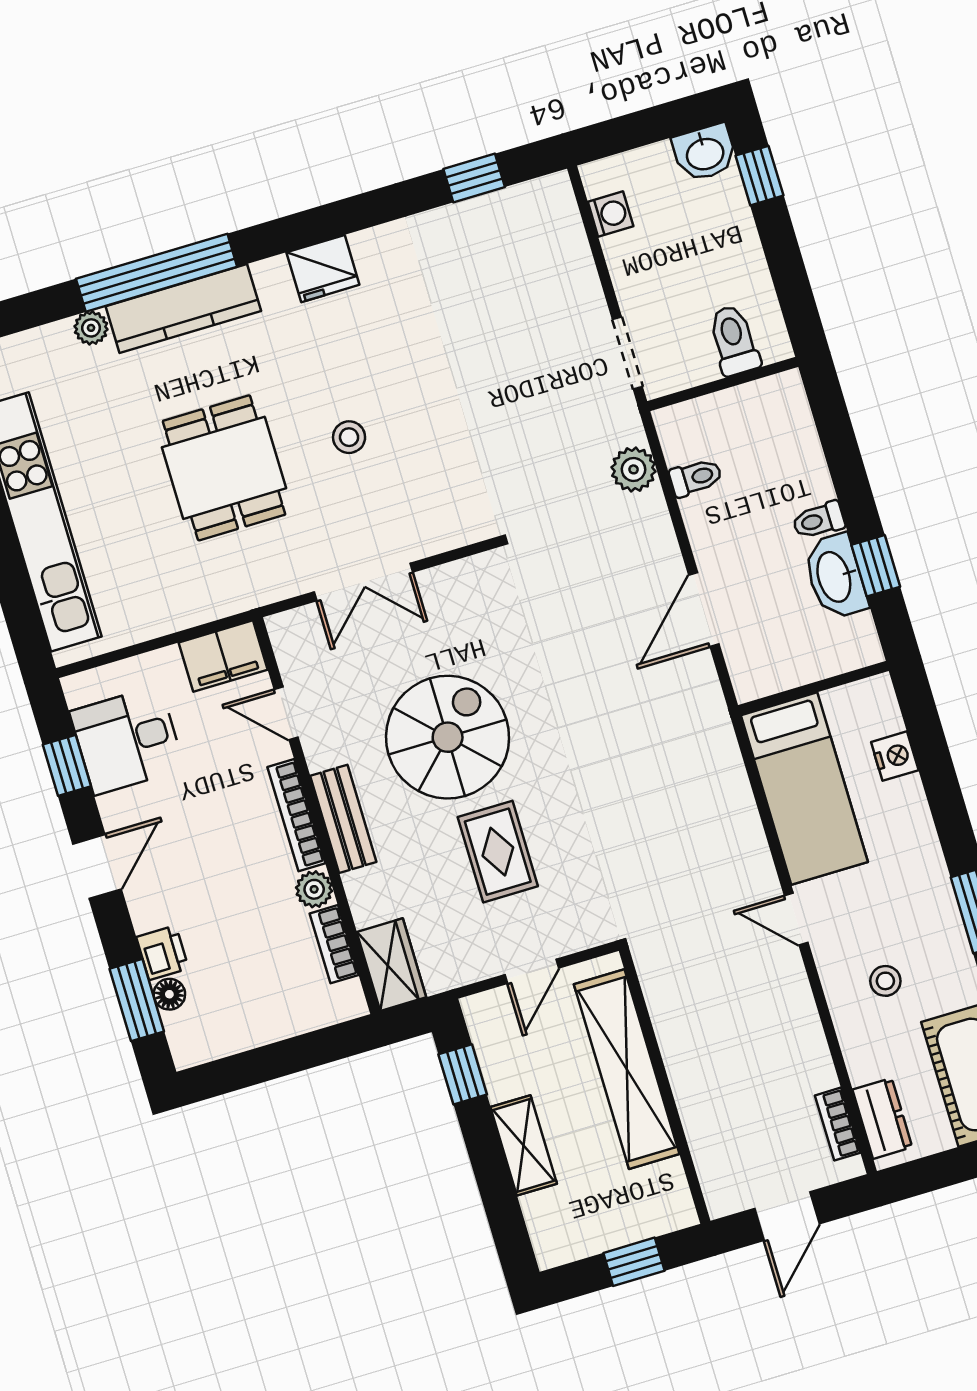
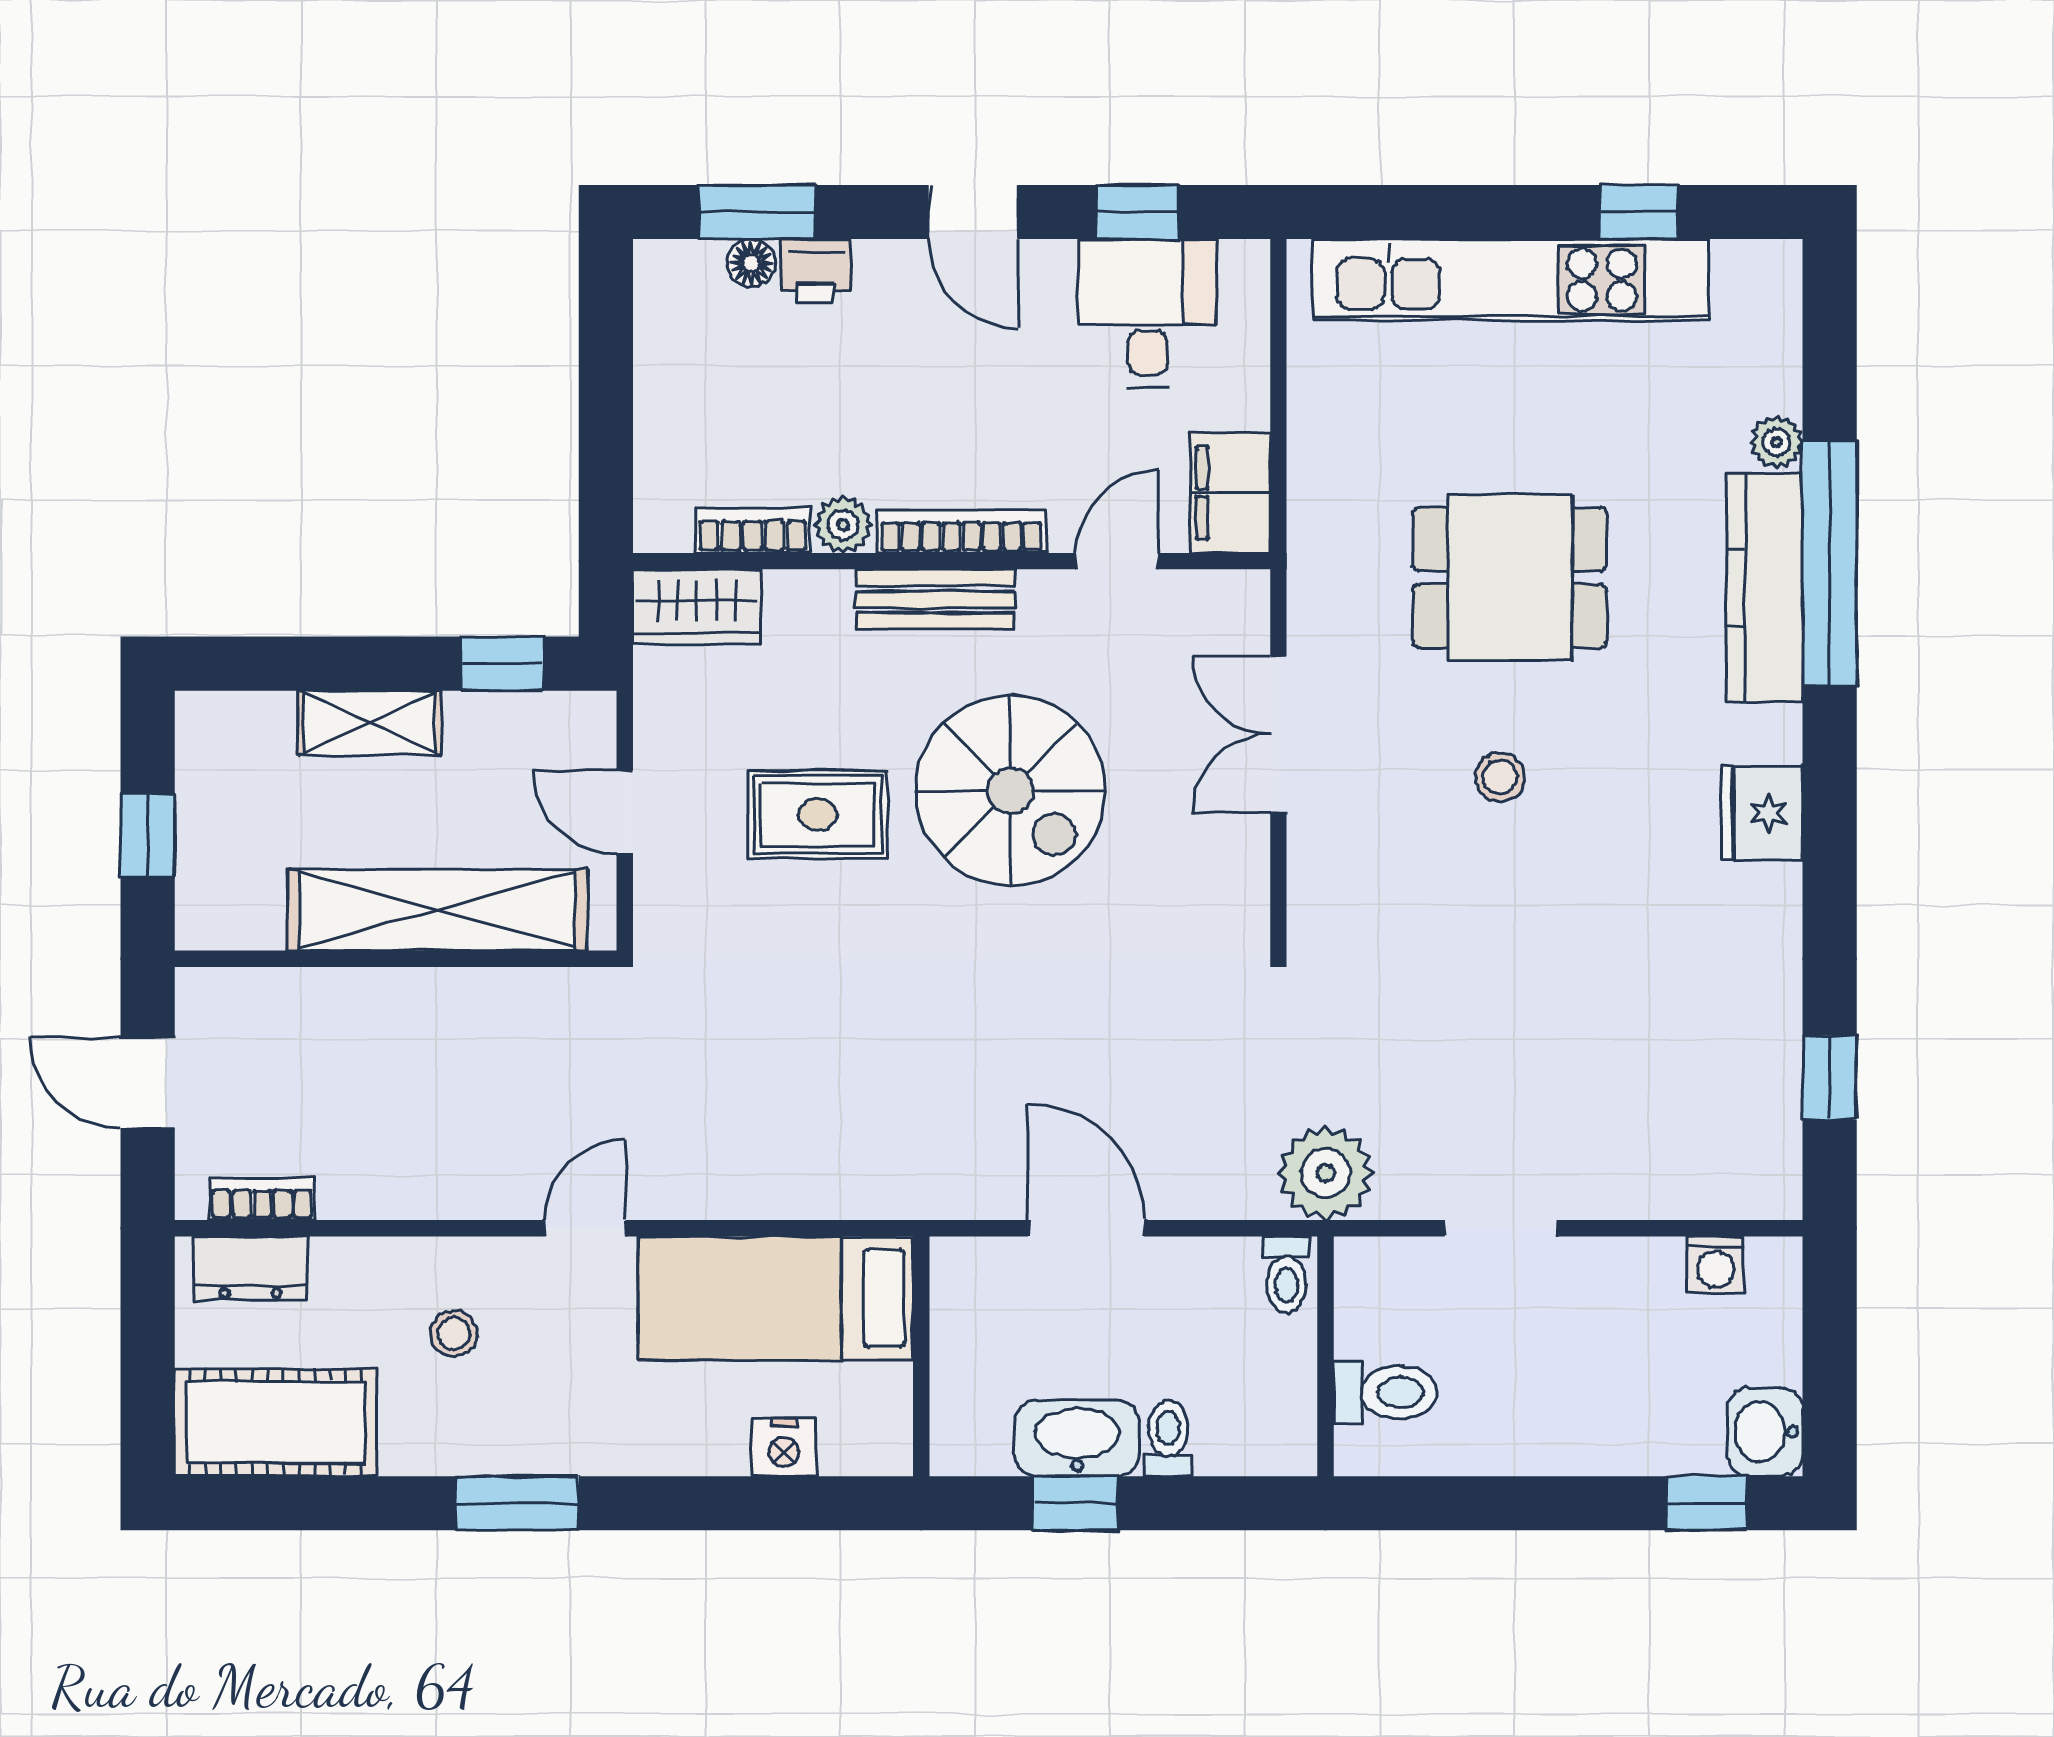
toilet: (734, 340) -> (1386, 1392), moved
wall: (723, 384) -> (1326, 1356), moved
plant: (634, 469) -> (1326, 1173), width x1.36, depth x1.36

